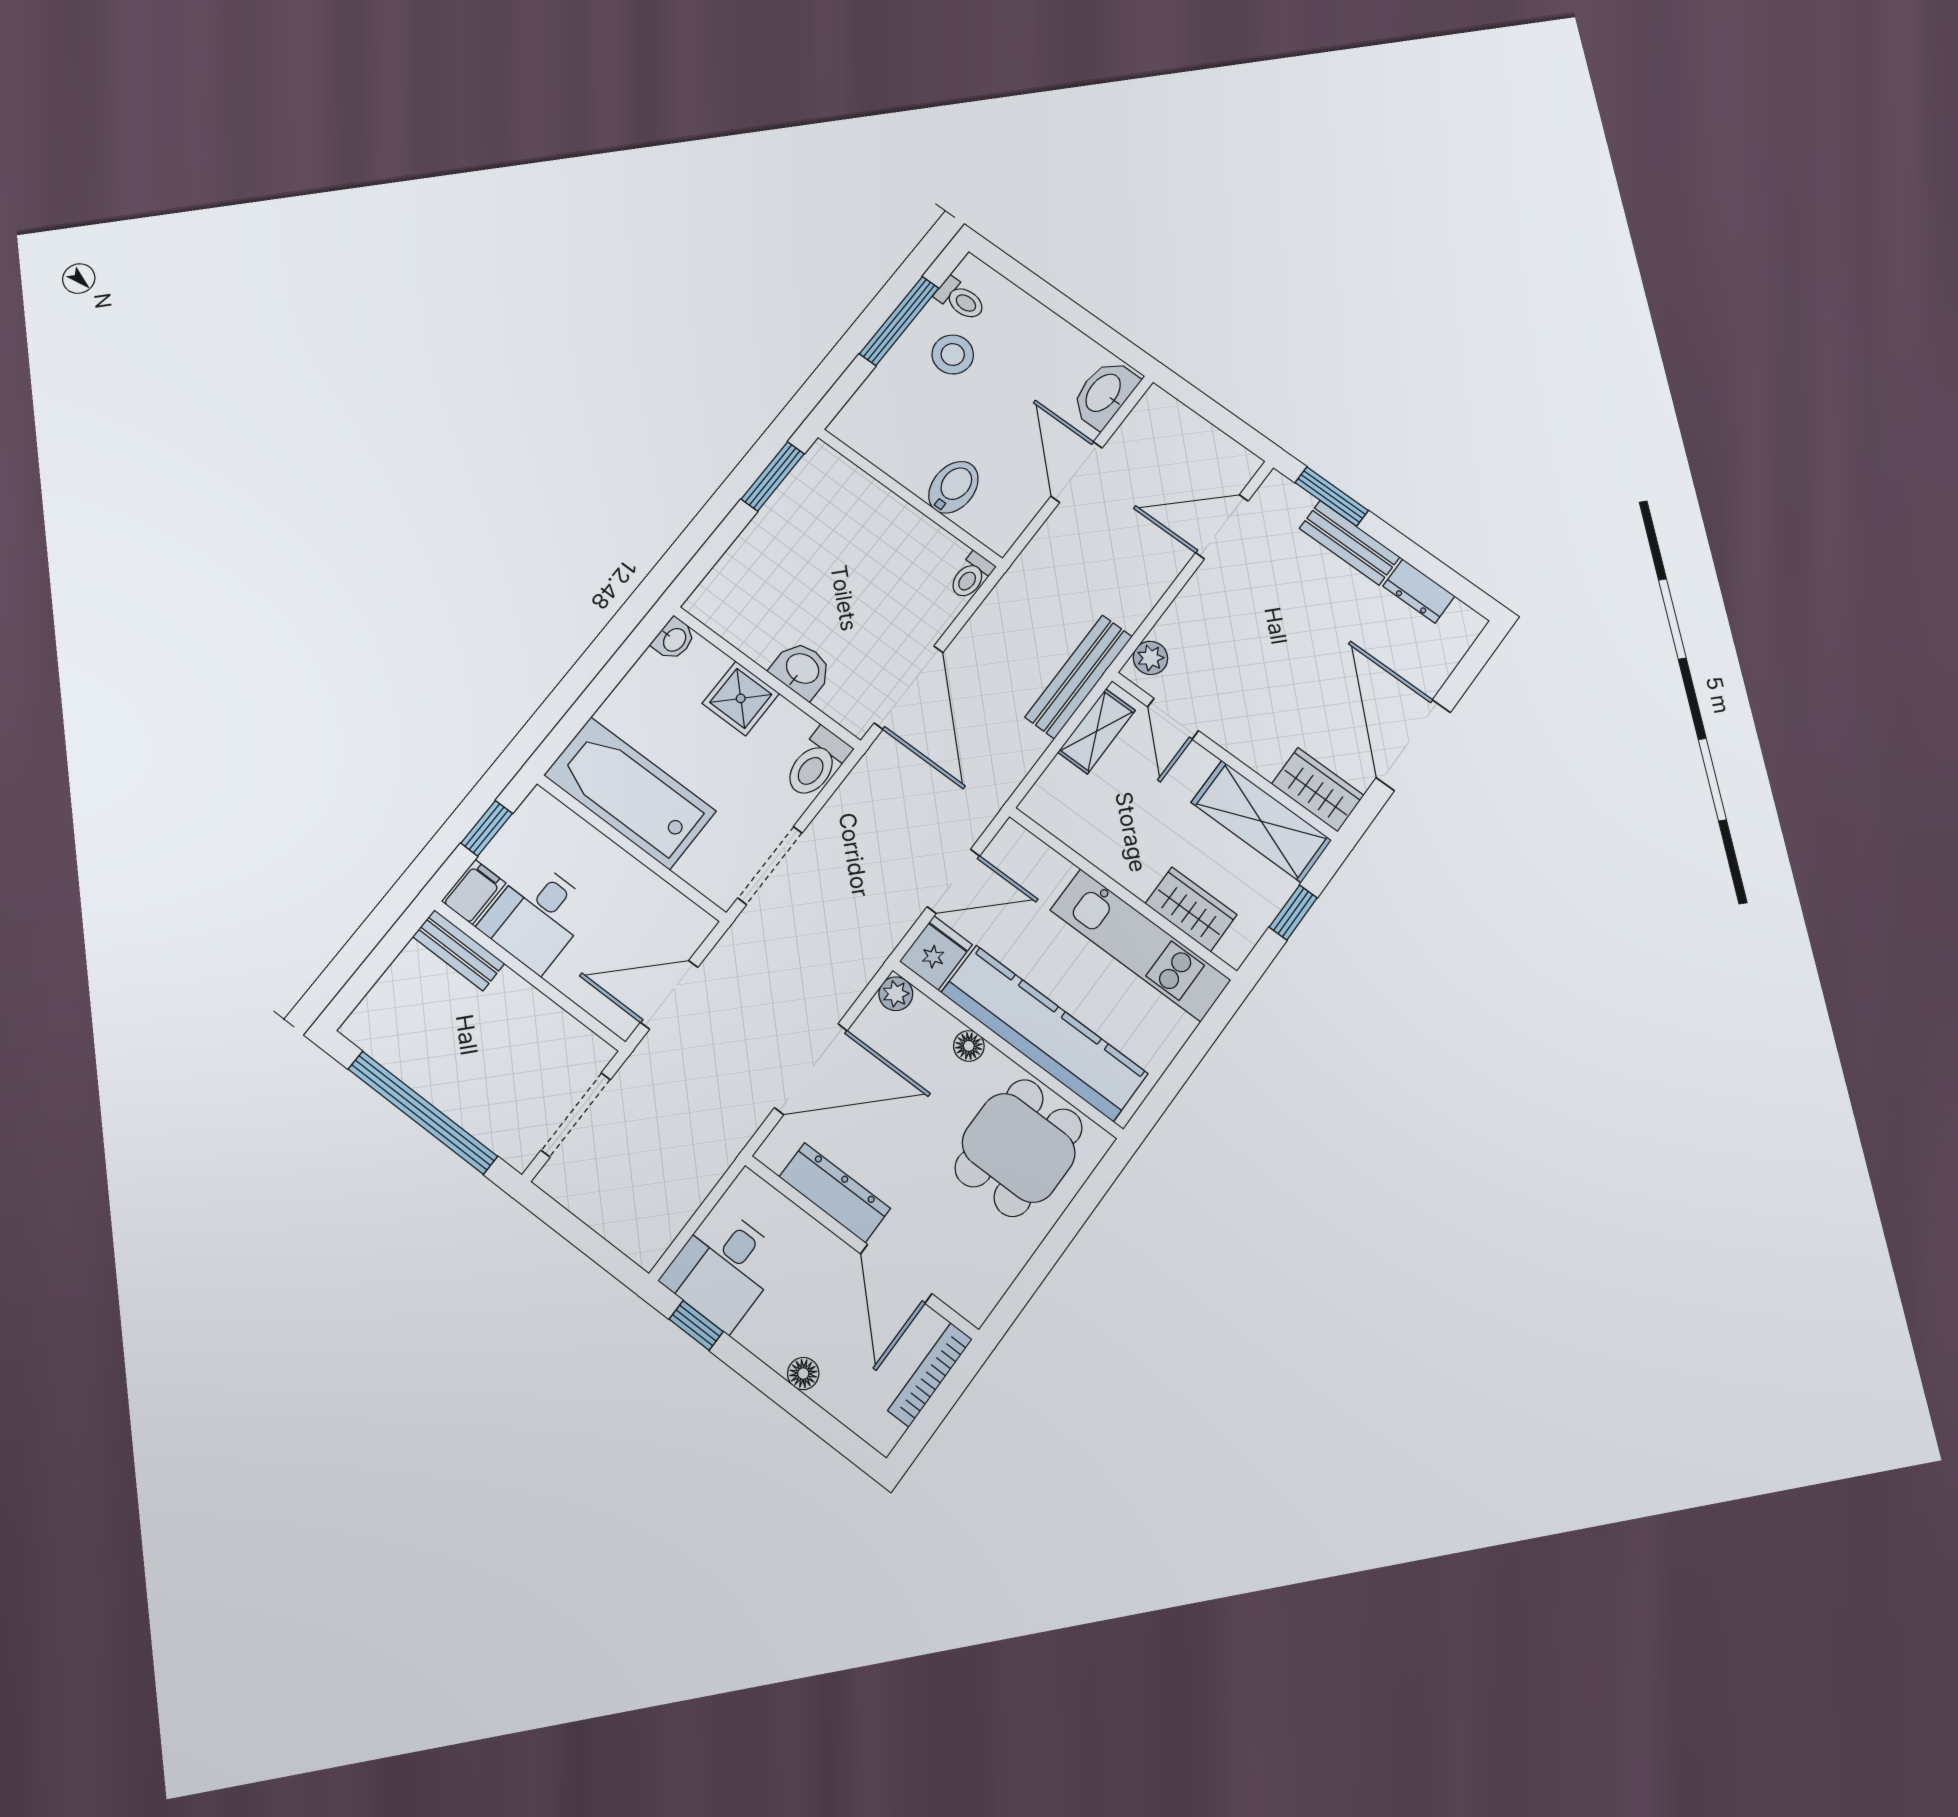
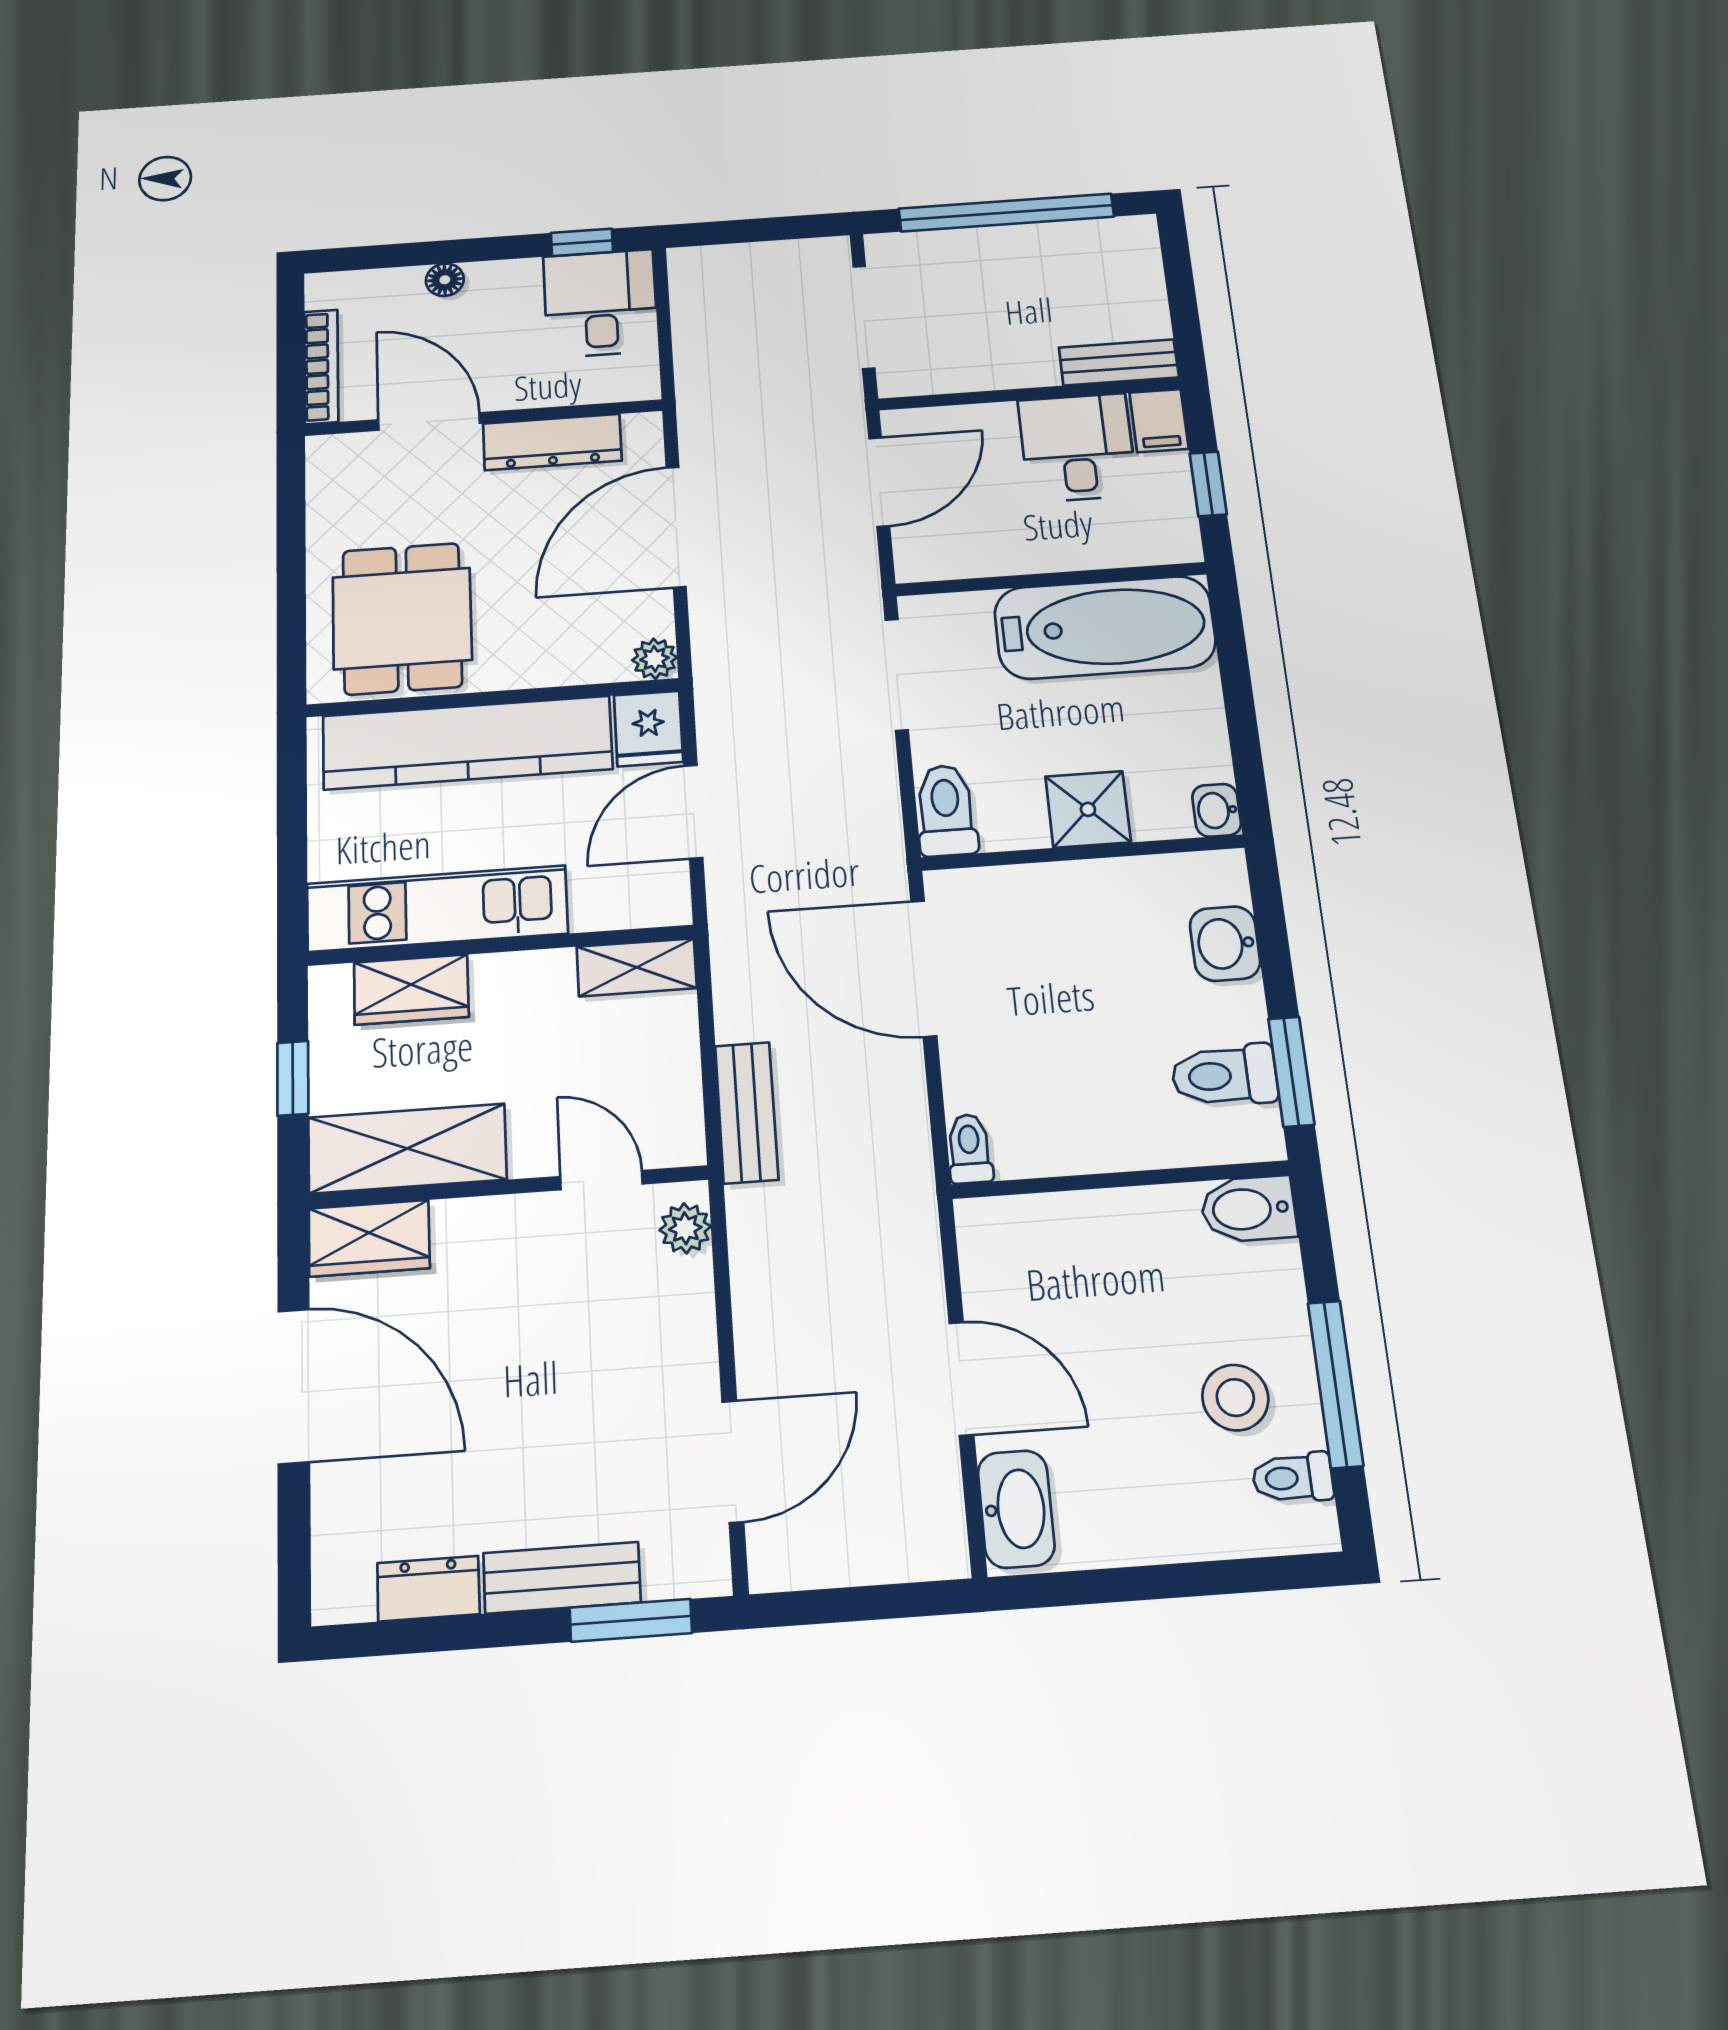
bidet: (953, 487) -> (1248, 1209), moved, turned 90
toilet: (808, 503) -> (1224, 1075), added
washbasin: (802, 670) -> (1225, 944), moved, turned 90
bench: (1079, 677) -> (747, 1112), width x0.73
shelving: (1097, 731) -> (637, 967), moved, turned 90
floor lamp: (969, 1046) -> (535, 670), removed

